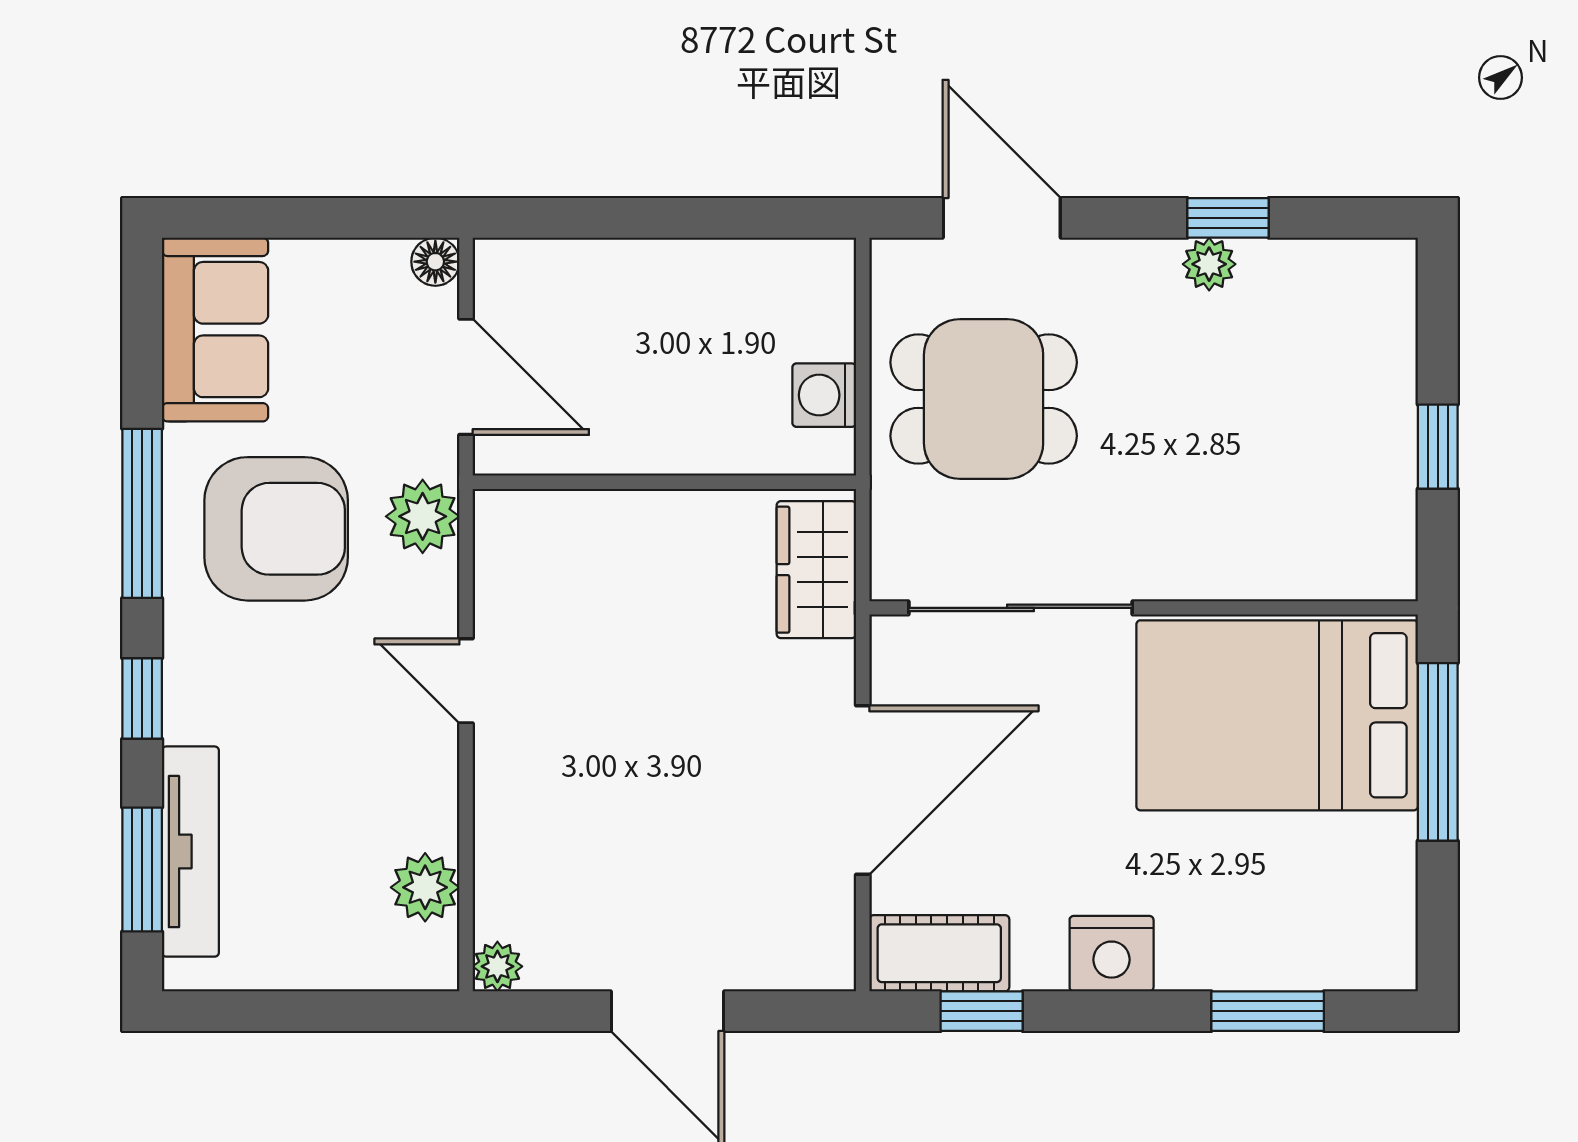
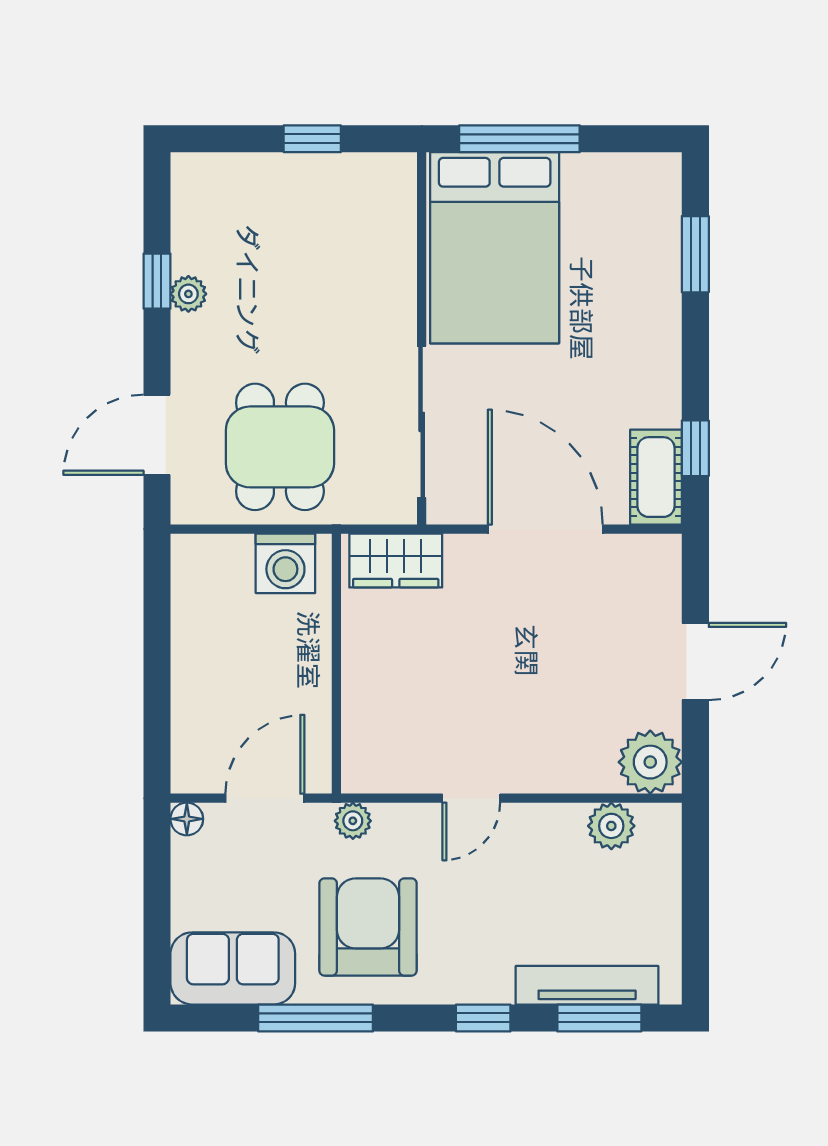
washing machine: (824, 395) -> (285, 563), width x1.38, depth x1.38
window: (142, 513) -> (316, 1018), moved
plant: (423, 516) -> (353, 821), width x0.73, depth x0.73
nightstand: (1112, 954) -> (656, 360), removed
plant: (497, 966) -> (650, 762), width x1.87, depth x1.87

